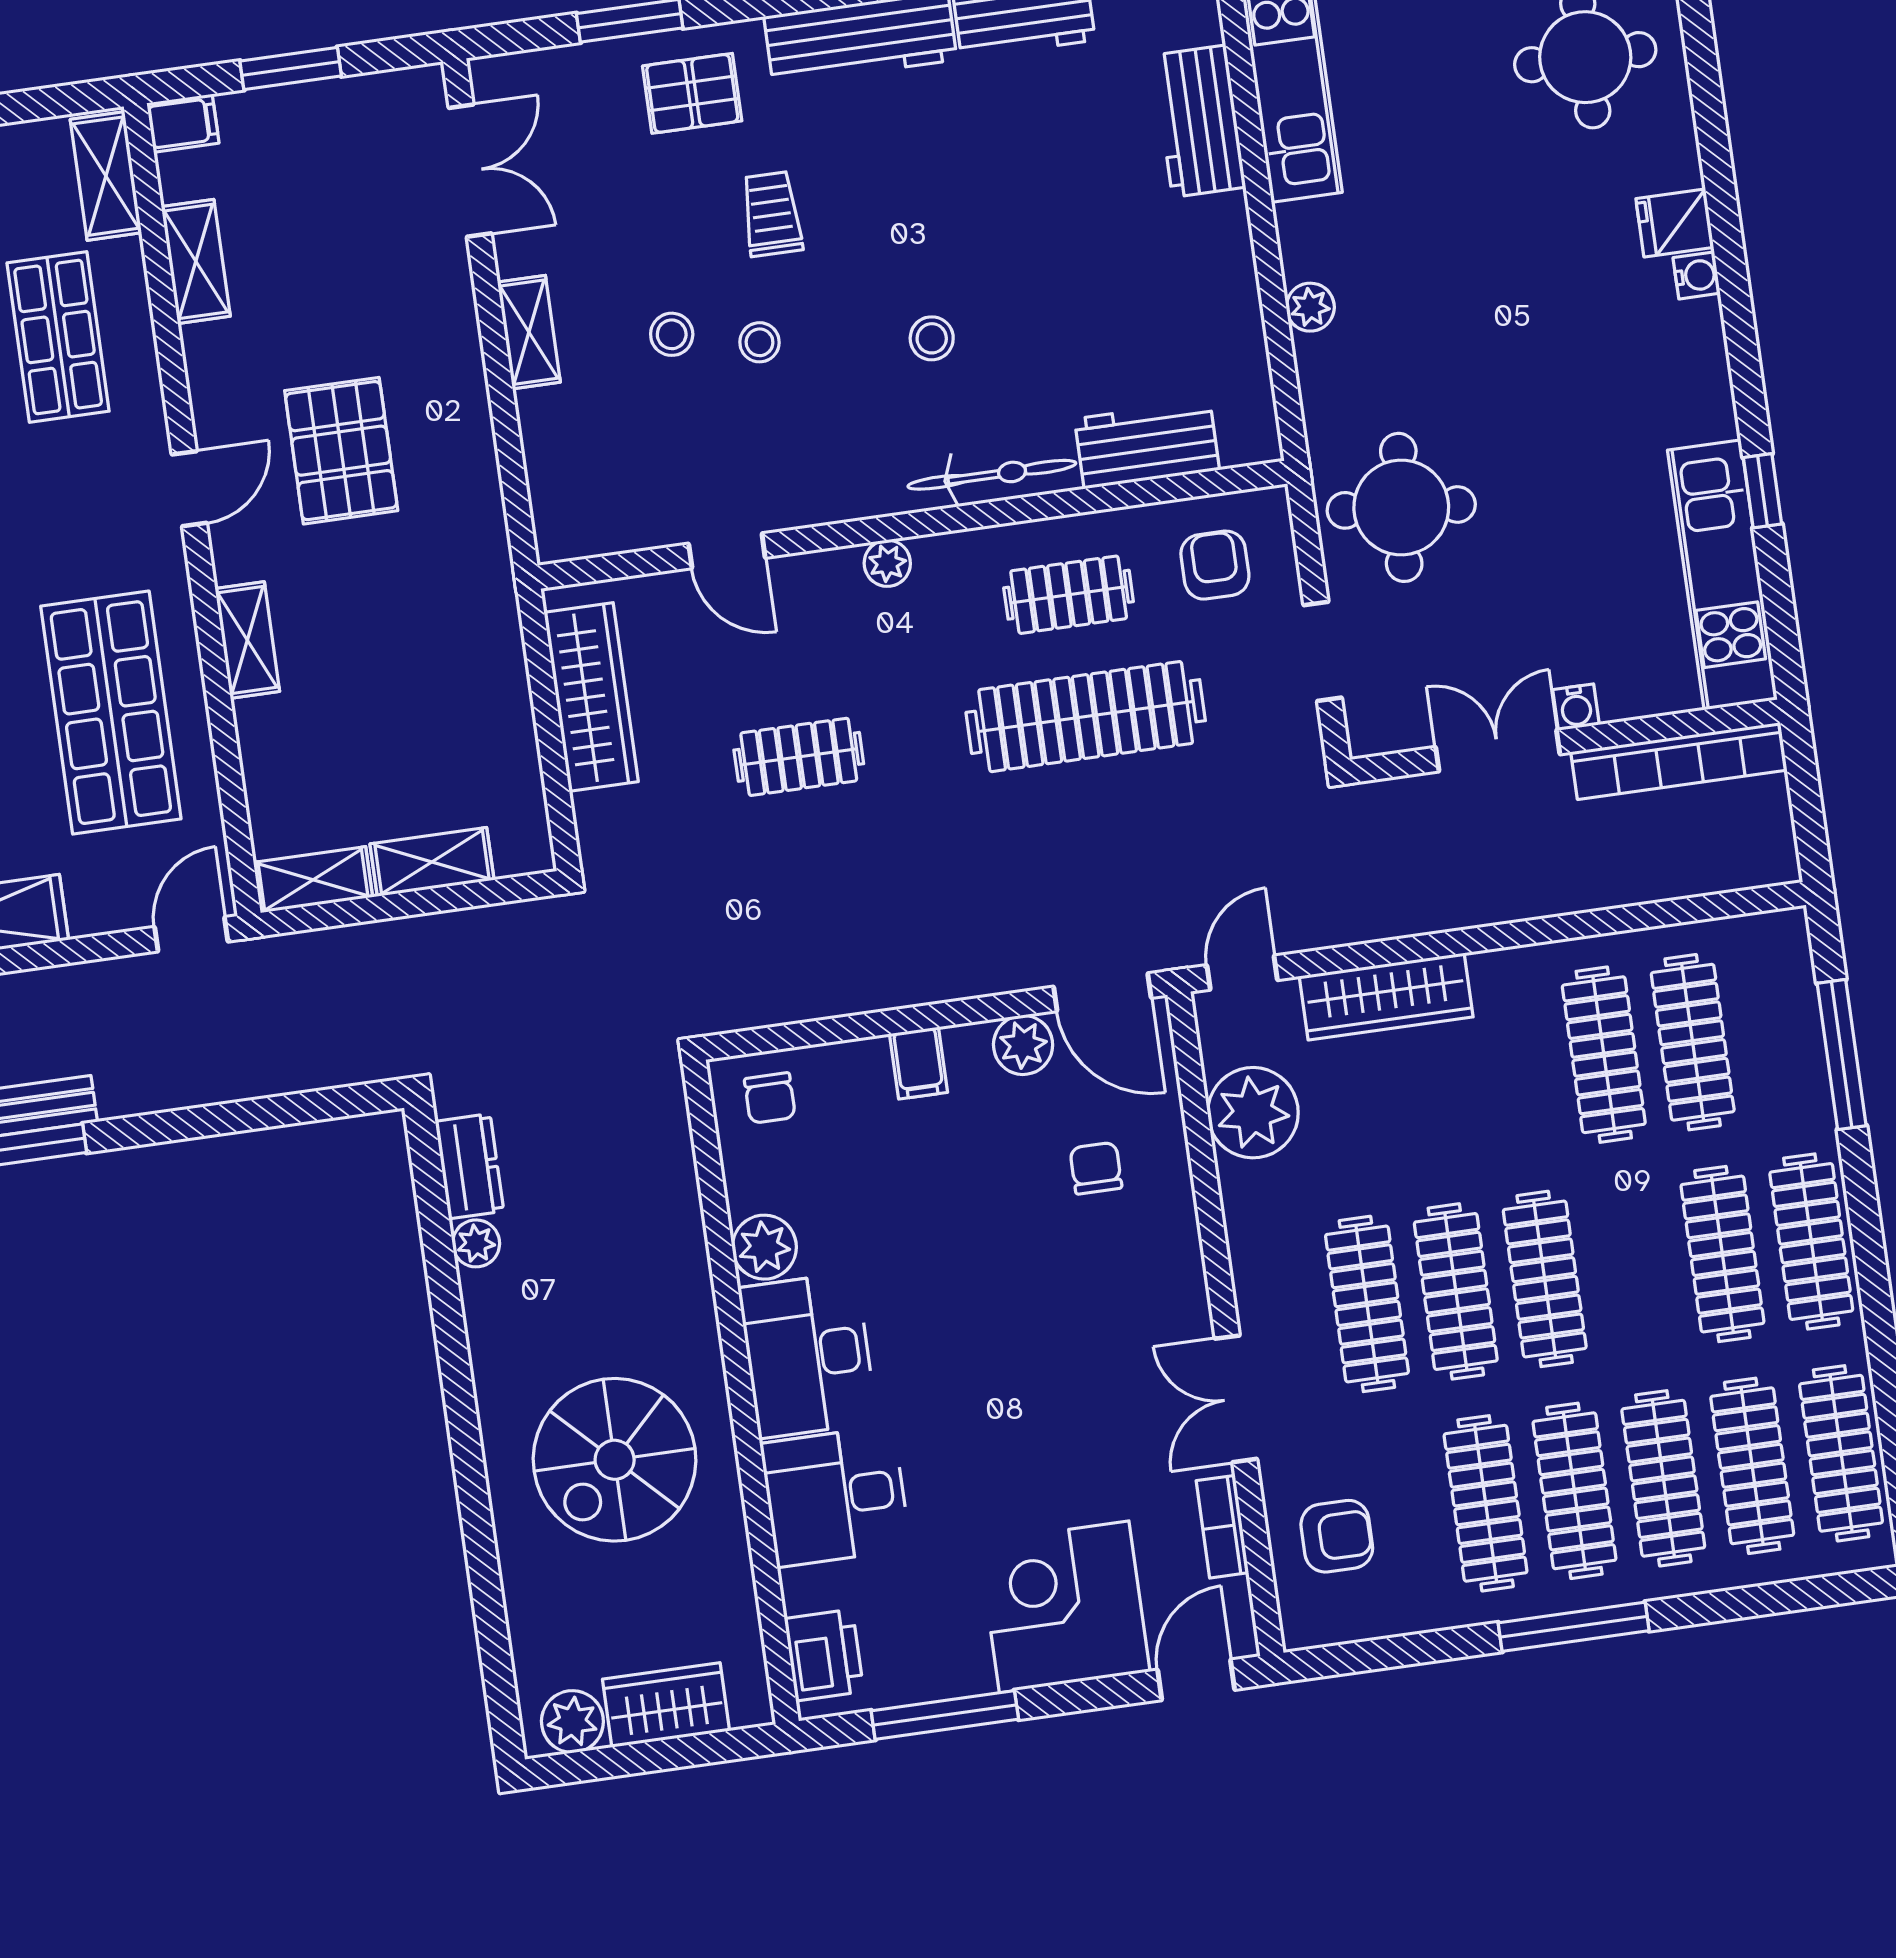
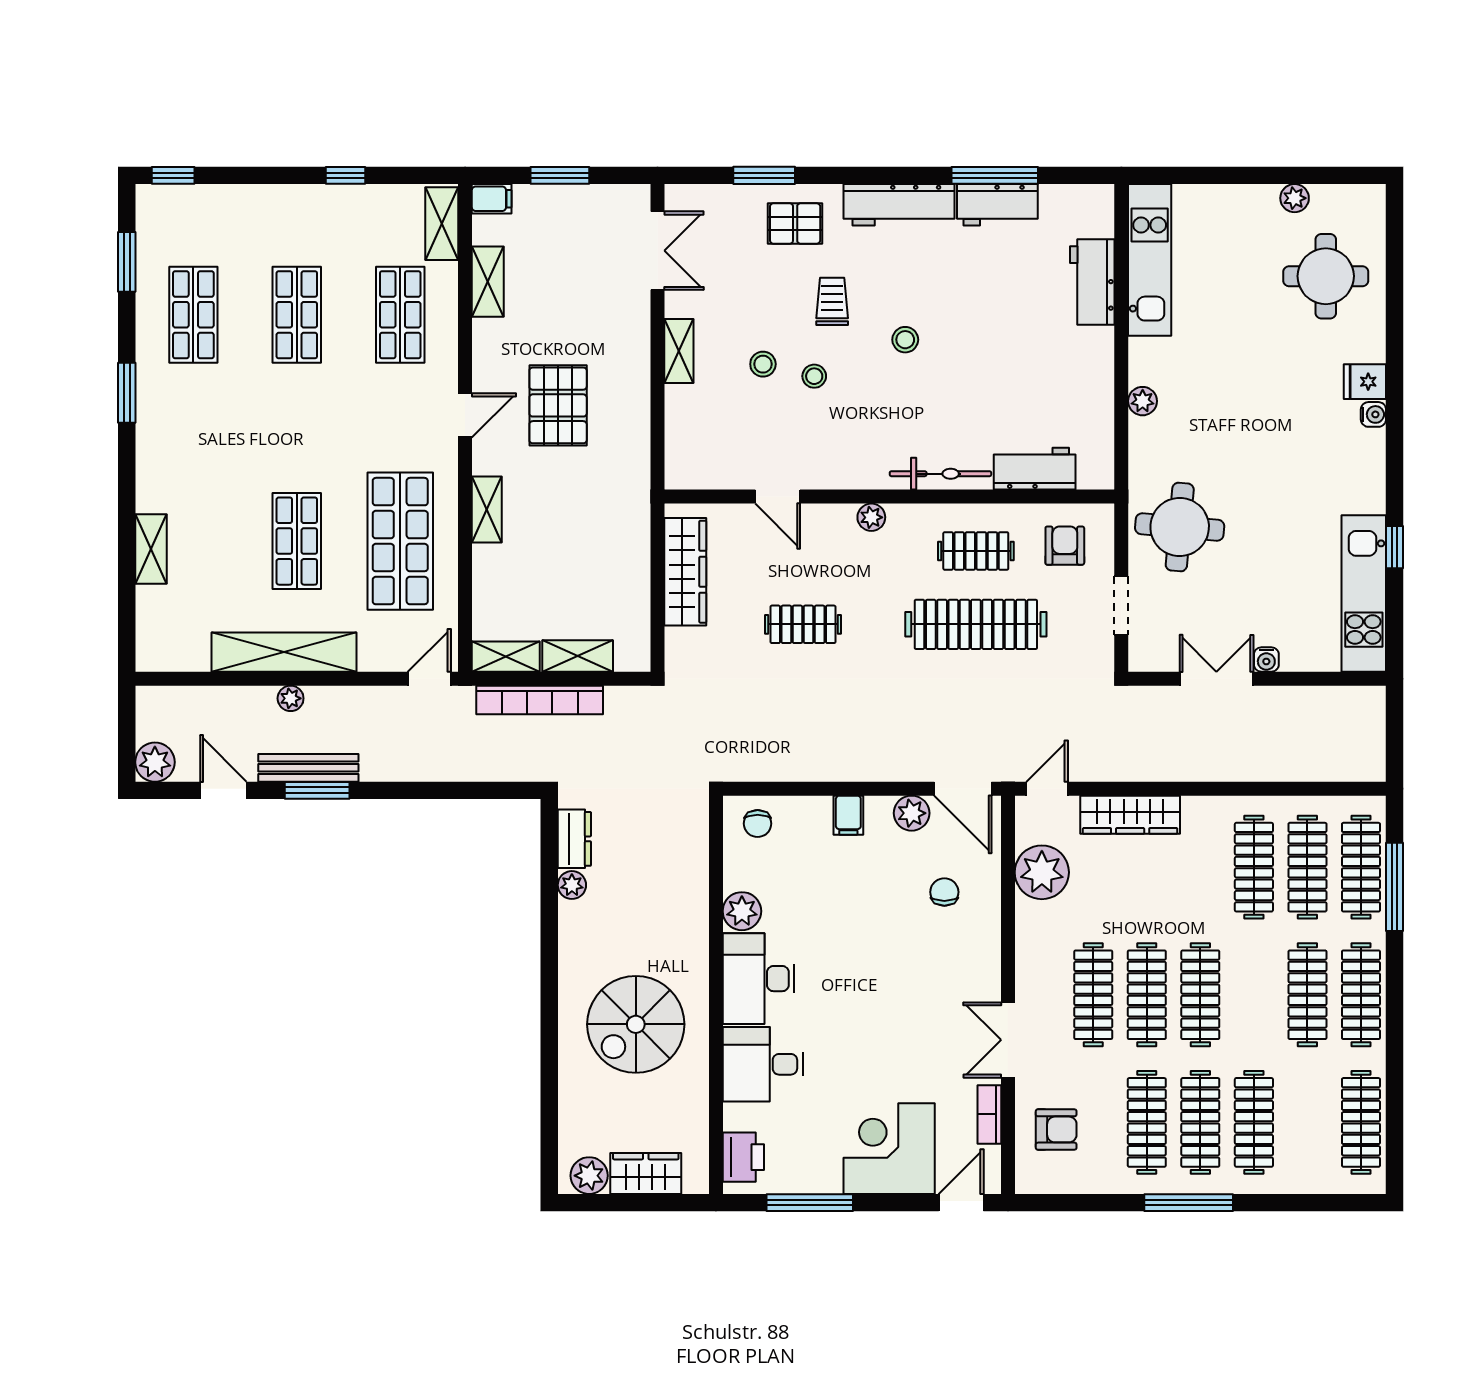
stool: (932, 338) -> (905, 340), moved
bookcase: (1679, 761) -> (540, 700), moved
clothes rail: (1752, 1466) -> (1361, 867), moved

